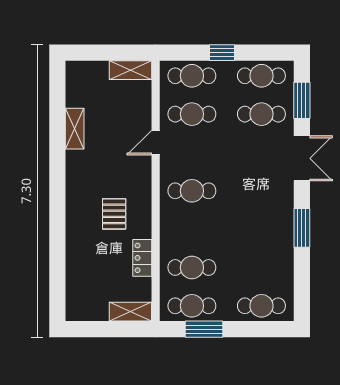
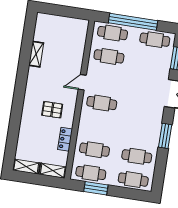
window: (222, 53) -> (133, 22), width x3.17
shelving: (130, 70) -> (26, 167), moved
cafe table: (261, 114) -> (137, 156), moved
door: (156, 143) -> (82, 82), moved
pallet: (114, 214) -> (52, 110), turned 90

